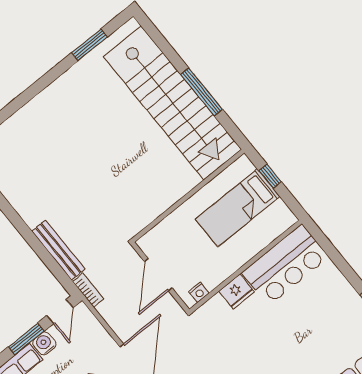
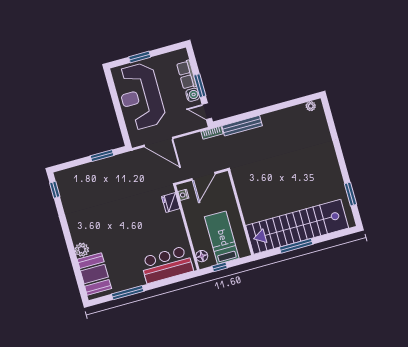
window: (270, 176) -> (220, 267), moved
floor lamp: (278, 225) -> (202, 256), added
bar counter: (285, 265) -> (167, 265), moved, turned 90
door: (158, 275) -> (203, 176), swing flipped
fridge: (237, 291) -> (171, 202), moved

